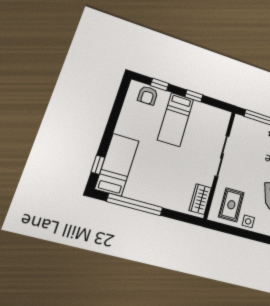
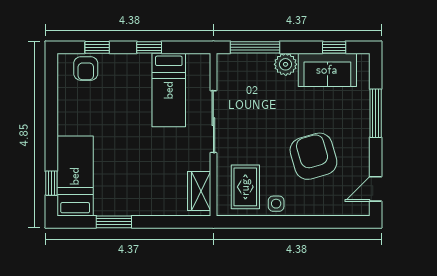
bed: (176, 119) -> (169, 90), moved
window: (135, 205) -> (114, 222), width x0.47

